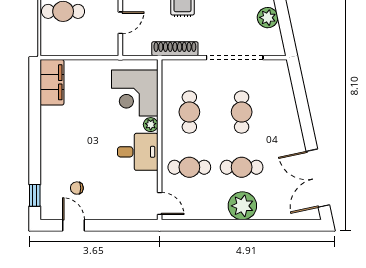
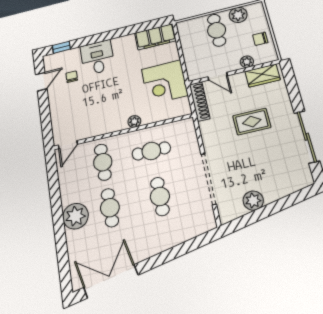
shoe rack: (175, 49) -> (200, 101), moved
corner desk: (135, 93) -> (165, 82), moved, turned -90
cafe table: (242, 112) -> (160, 196), turned 90
desk: (138, 152) -> (97, 58), moved, turned 180

